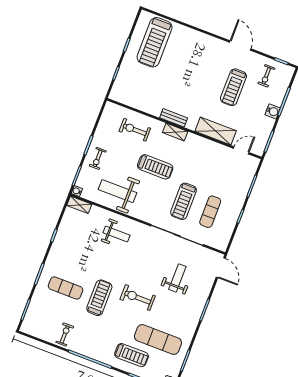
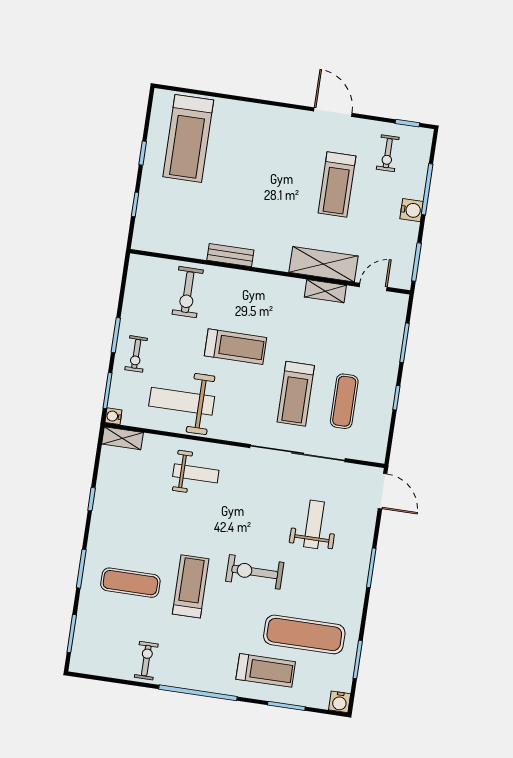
bench: (174, 118) -> (230, 255), moved
exercise bike: (135, 130) -> (188, 292), turned -90
shelving: (175, 132) -> (325, 291), moved

